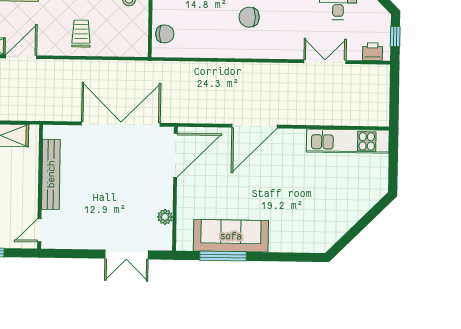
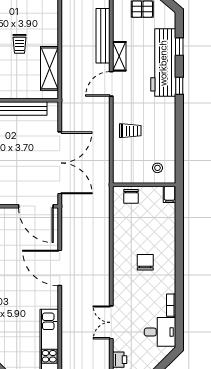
door: (21, 57) -> (111, 84), swing flipped
double door: (325, 62) -> (111, 322), swing flipped

